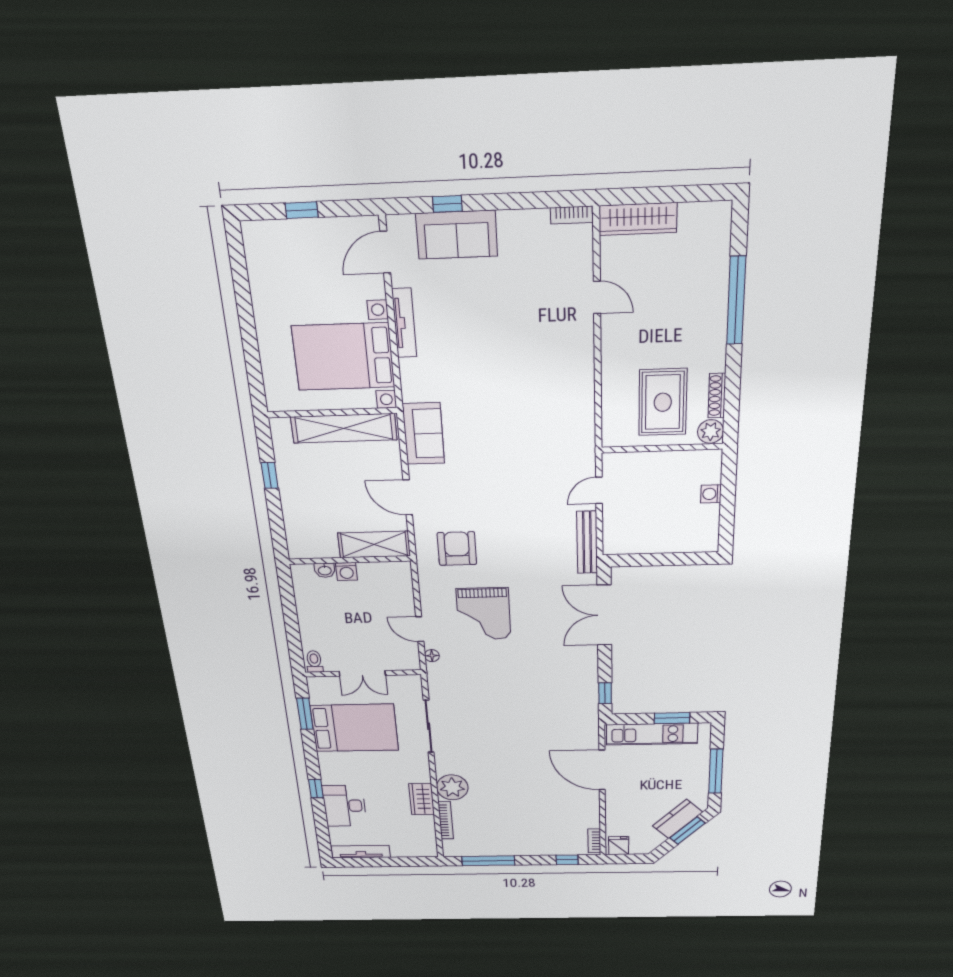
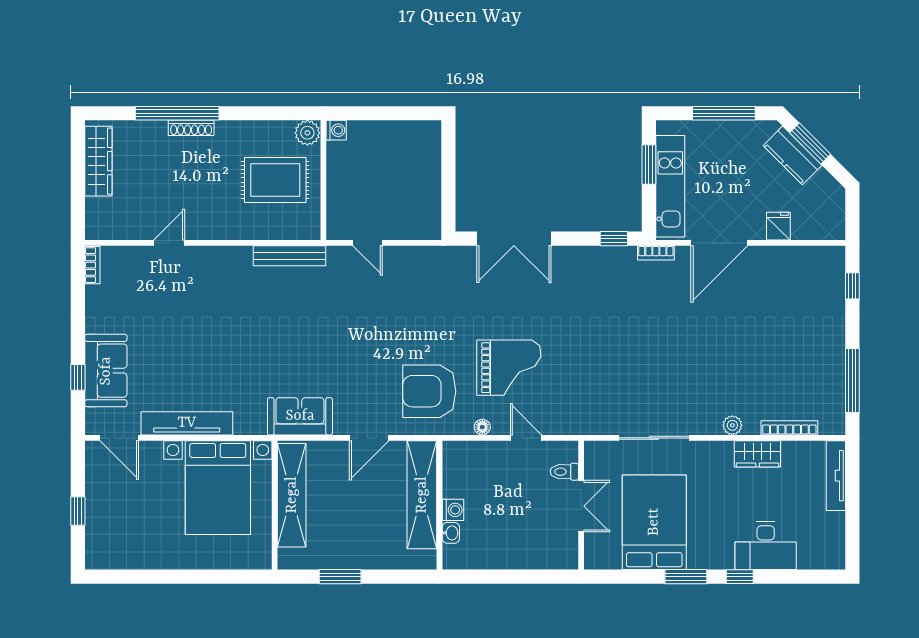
wardrobe: (638, 219) -> (98, 161), moved
tv unit: (404, 323) -> (187, 423), width x1.36, depth x1.29
shoe rack: (717, 396) -> (191, 128), moved
window: (270, 475) -> (340, 577), width x1.50
washing machine: (711, 494) -> (336, 130), moved, turned -90
bench: (587, 542) -> (289, 256), moved
shelving: (374, 545) -> (422, 495), width x1.47
armchair: (457, 549) -> (429, 391), width x1.36, depth x1.36
door: (420, 629) -> (526, 438), swing flipped
floor lamp: (432, 656) -> (482, 427), moved
toilet: (314, 662) -> (564, 472), moved
window: (305, 714) -> (686, 577), moved
plant: (452, 787) -> (732, 425), width x0.53, depth x0.53
bookcase: (594, 841) -> (656, 253), moved
fridge: (619, 846) -> (778, 226), moved, turned 90
tv unit: (361, 852) -> (836, 476), moved

